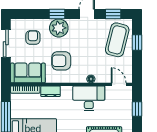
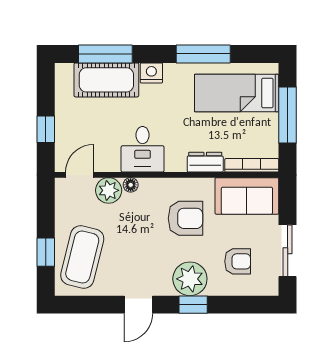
window: (113, 14) -> (90, 305), removed
armchair: (33, 37) -> (238, 261), turned -90
plant: (103, 76) -> (109, 190), added
door: (119, 84) -> (80, 175), swing flipped
desk: (89, 98) -> (143, 149), width x0.73

